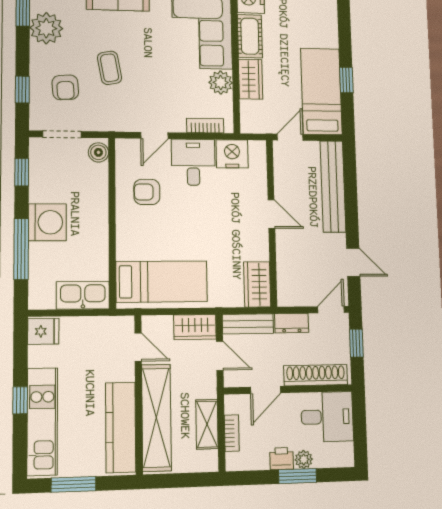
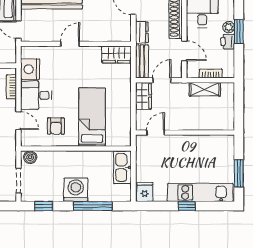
bed: (162, 282) -> (92, 117), moved
shelving: (156, 418) -> (200, 121), removed
kitchen counter: (121, 427) -> (205, 144), removed

